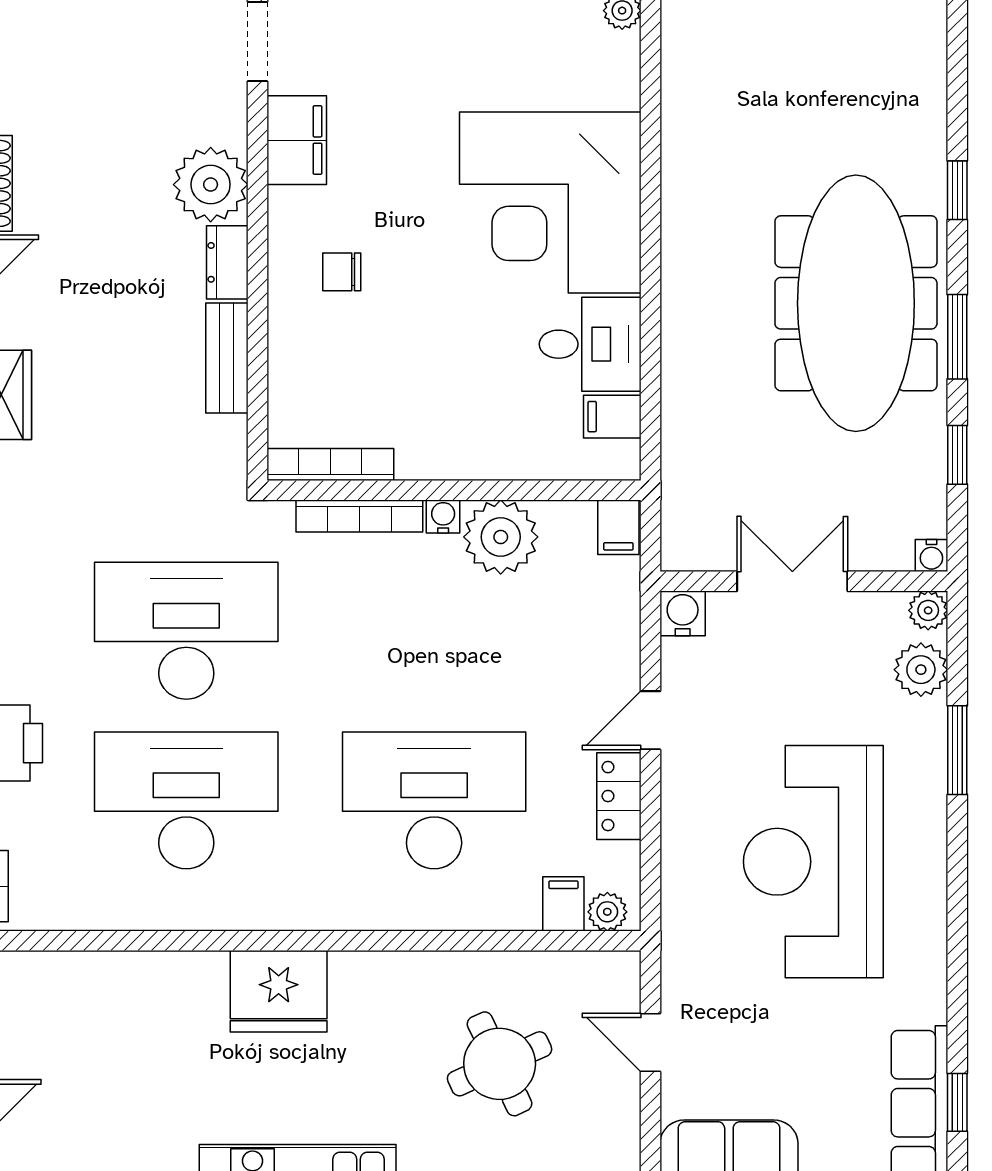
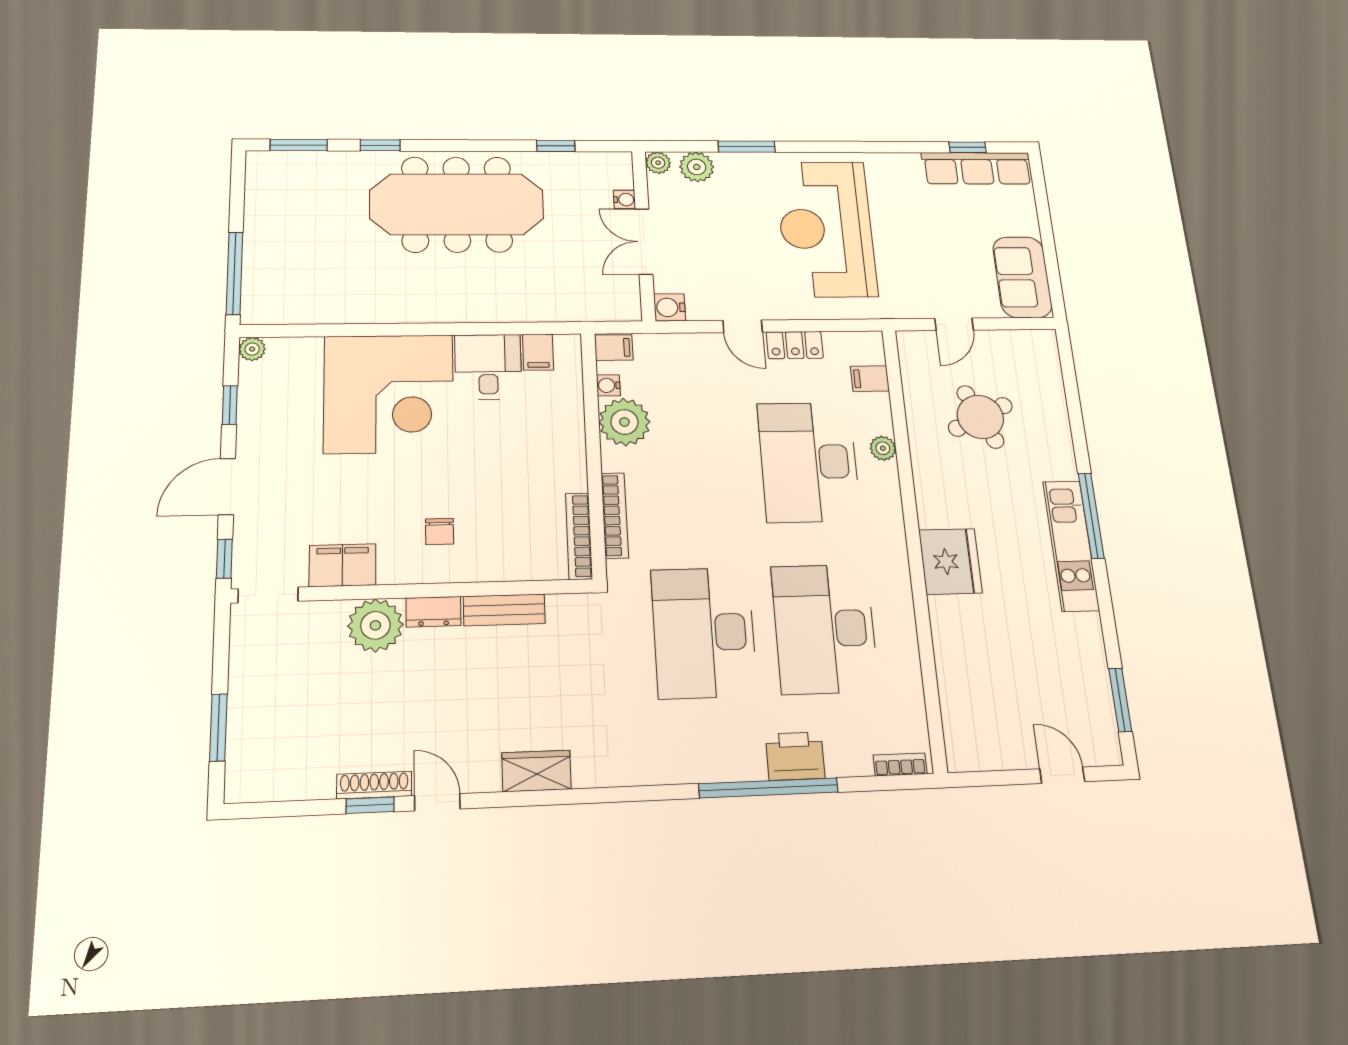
window: (957, 337) -> (299, 145), moved
water cooler: (443, 516) -> (608, 385), moved
water cooler: (931, 556) -> (625, 200), moved
reception desk: (813, 862) -> (826, 229), turned 90
plant: (607, 912) -> (883, 448), moved

